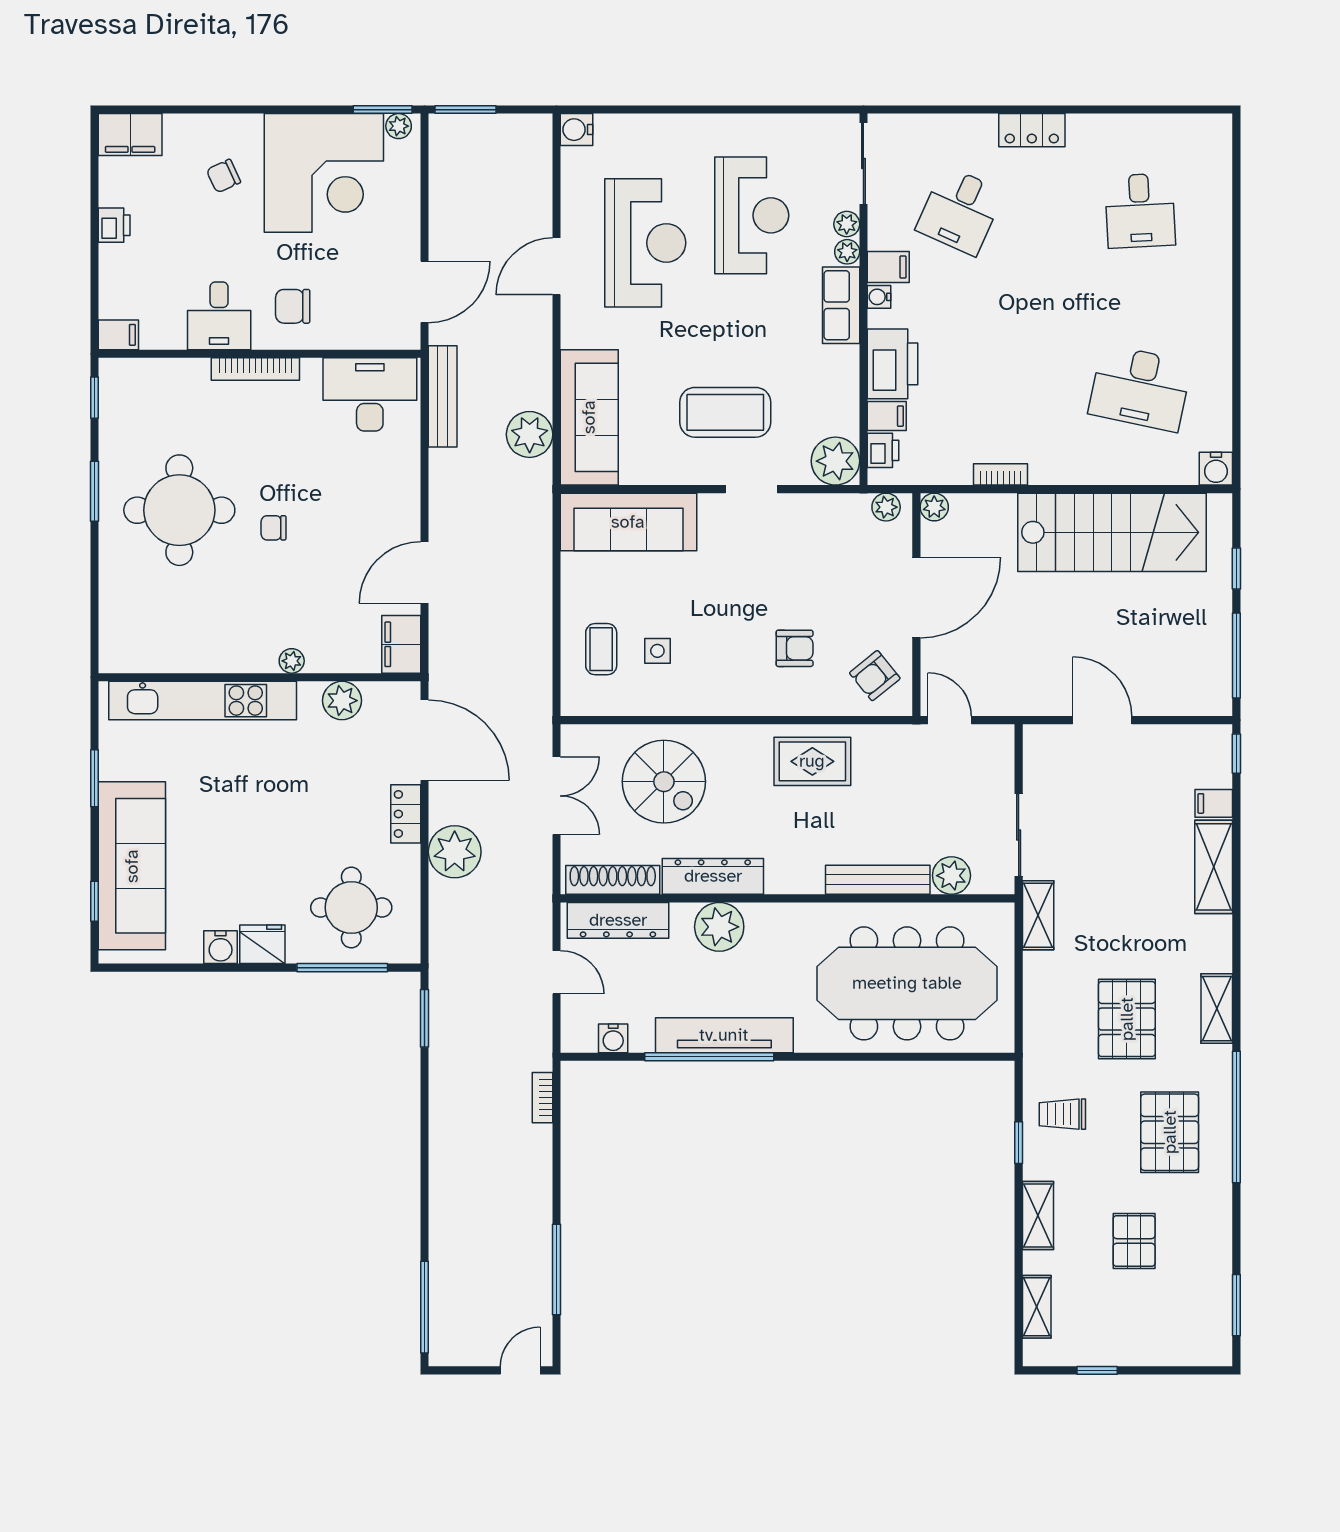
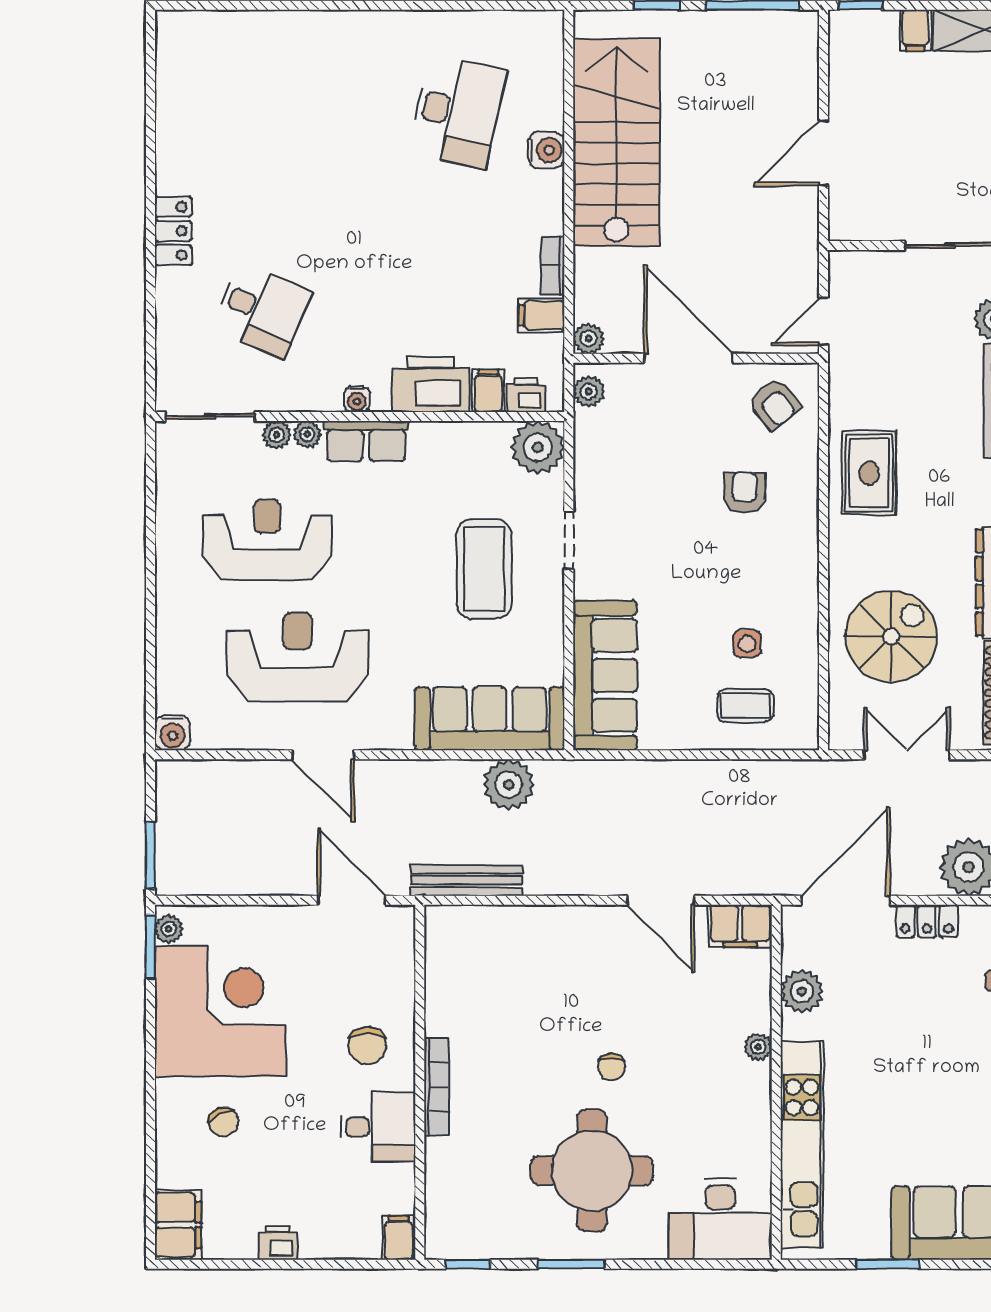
desk: (1140, 211) -> (262, 112), removed
filing cabinet: (888, 267) -> (541, 315), moved, turned -90
desk: (370, 394) -> (720, 1219), moved, turned -90
water cooler: (1216, 469) -> (546, 150), moved

